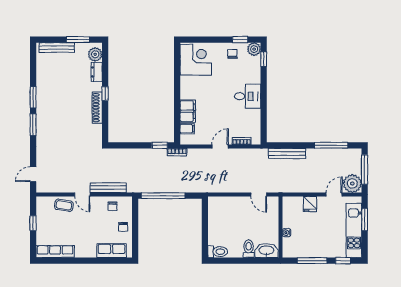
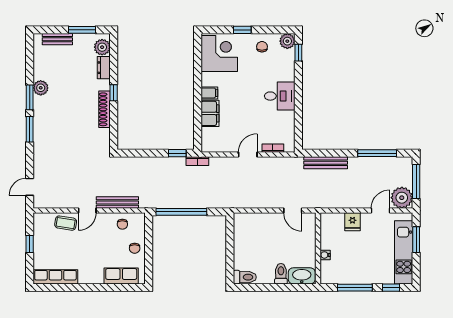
window: (240, 40) -> (242, 30), moved
bench: (57, 47) -> (57, 39), width x0.73
plant: (42, 89) -> (41, 88), added
filing cabinet: (187, 129) -> (209, 93), moved
door: (82, 195) -> (87, 211), hinge flipped

